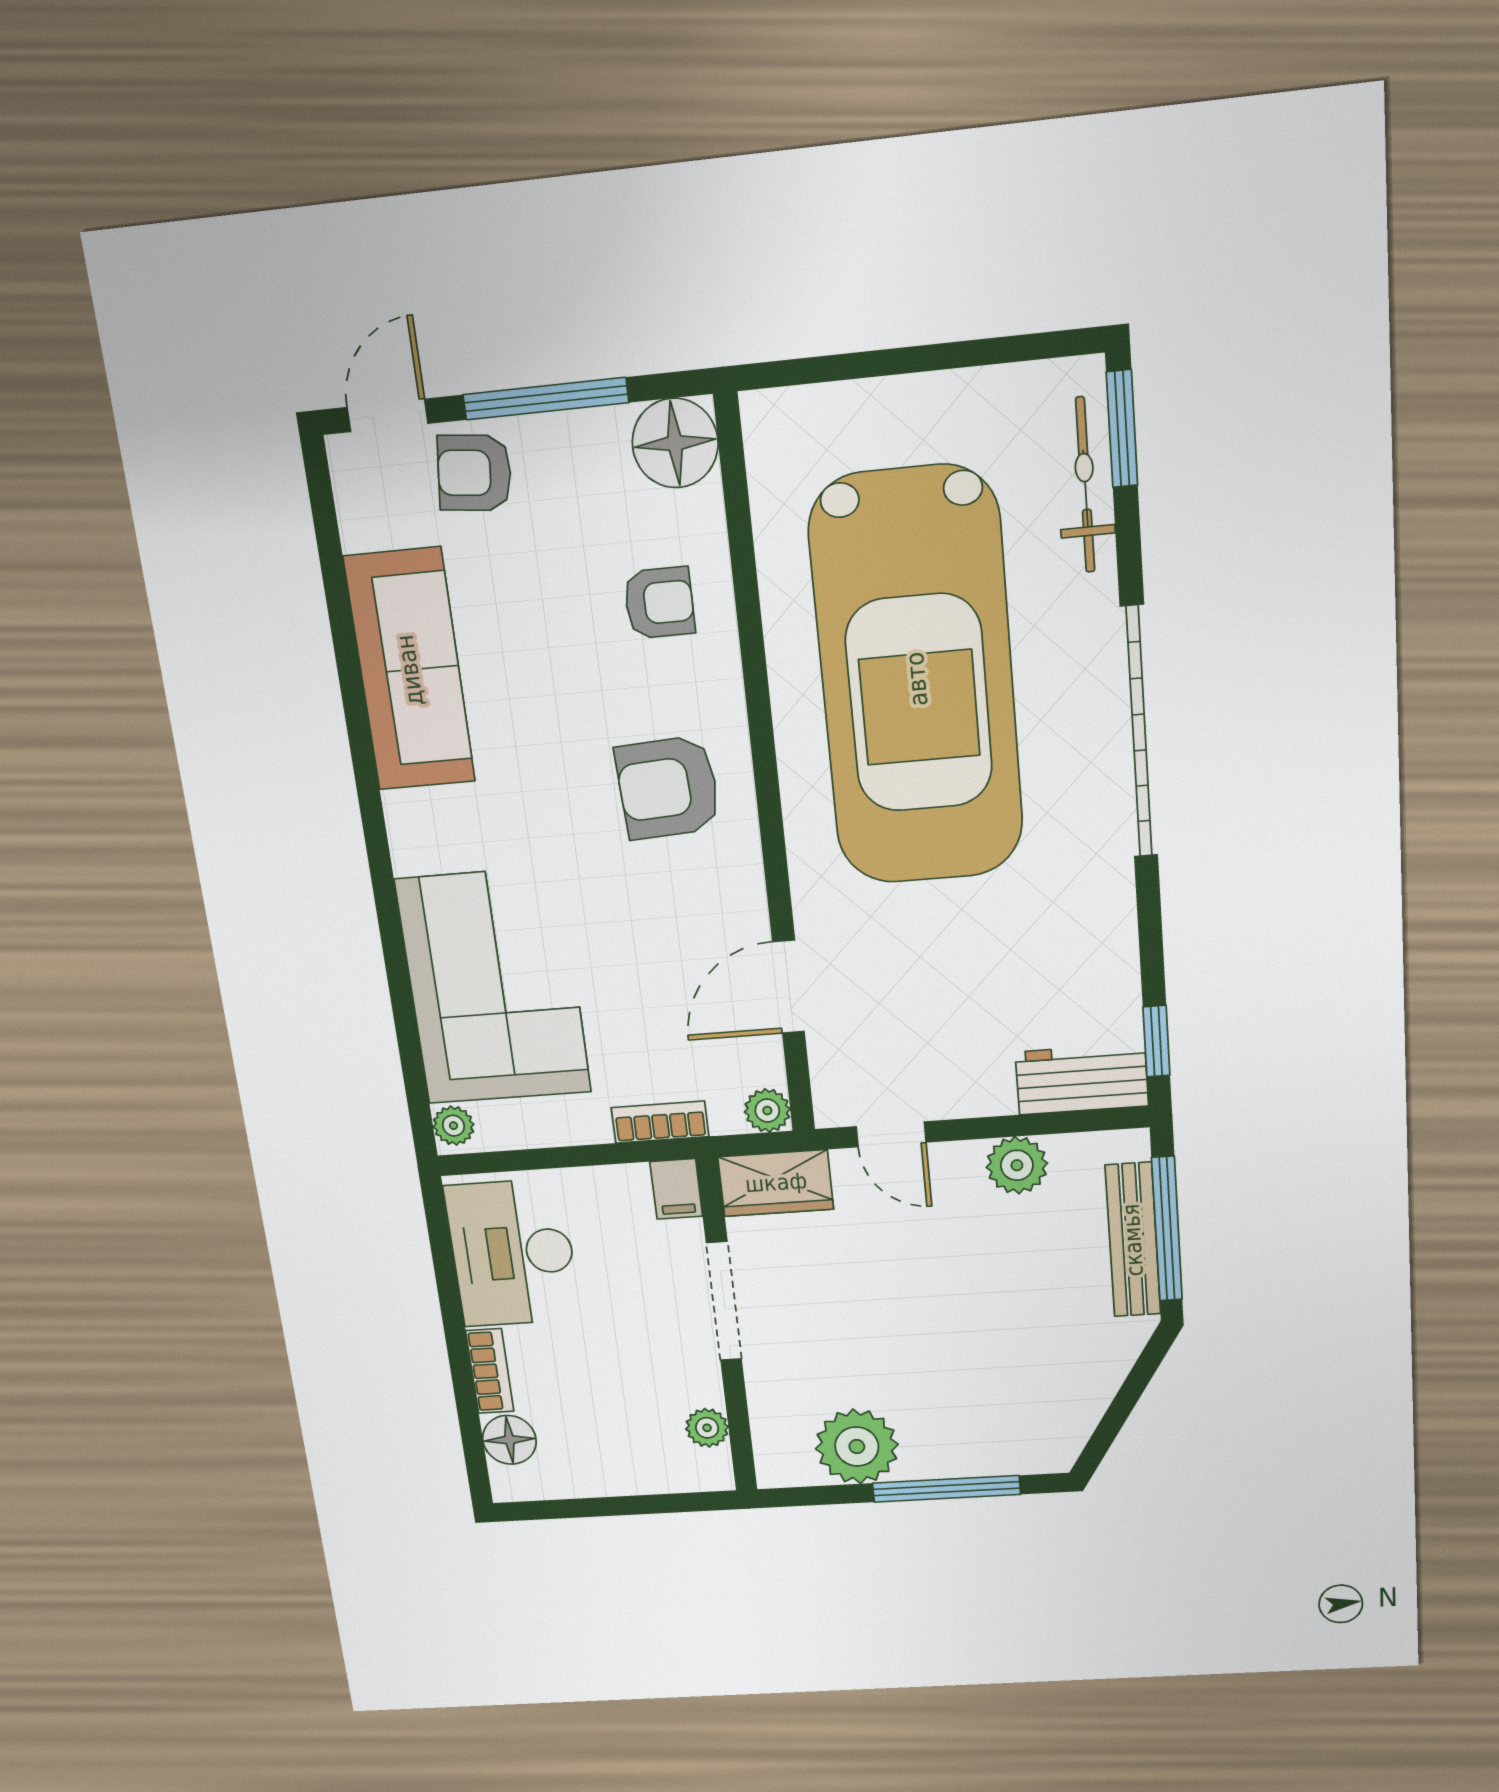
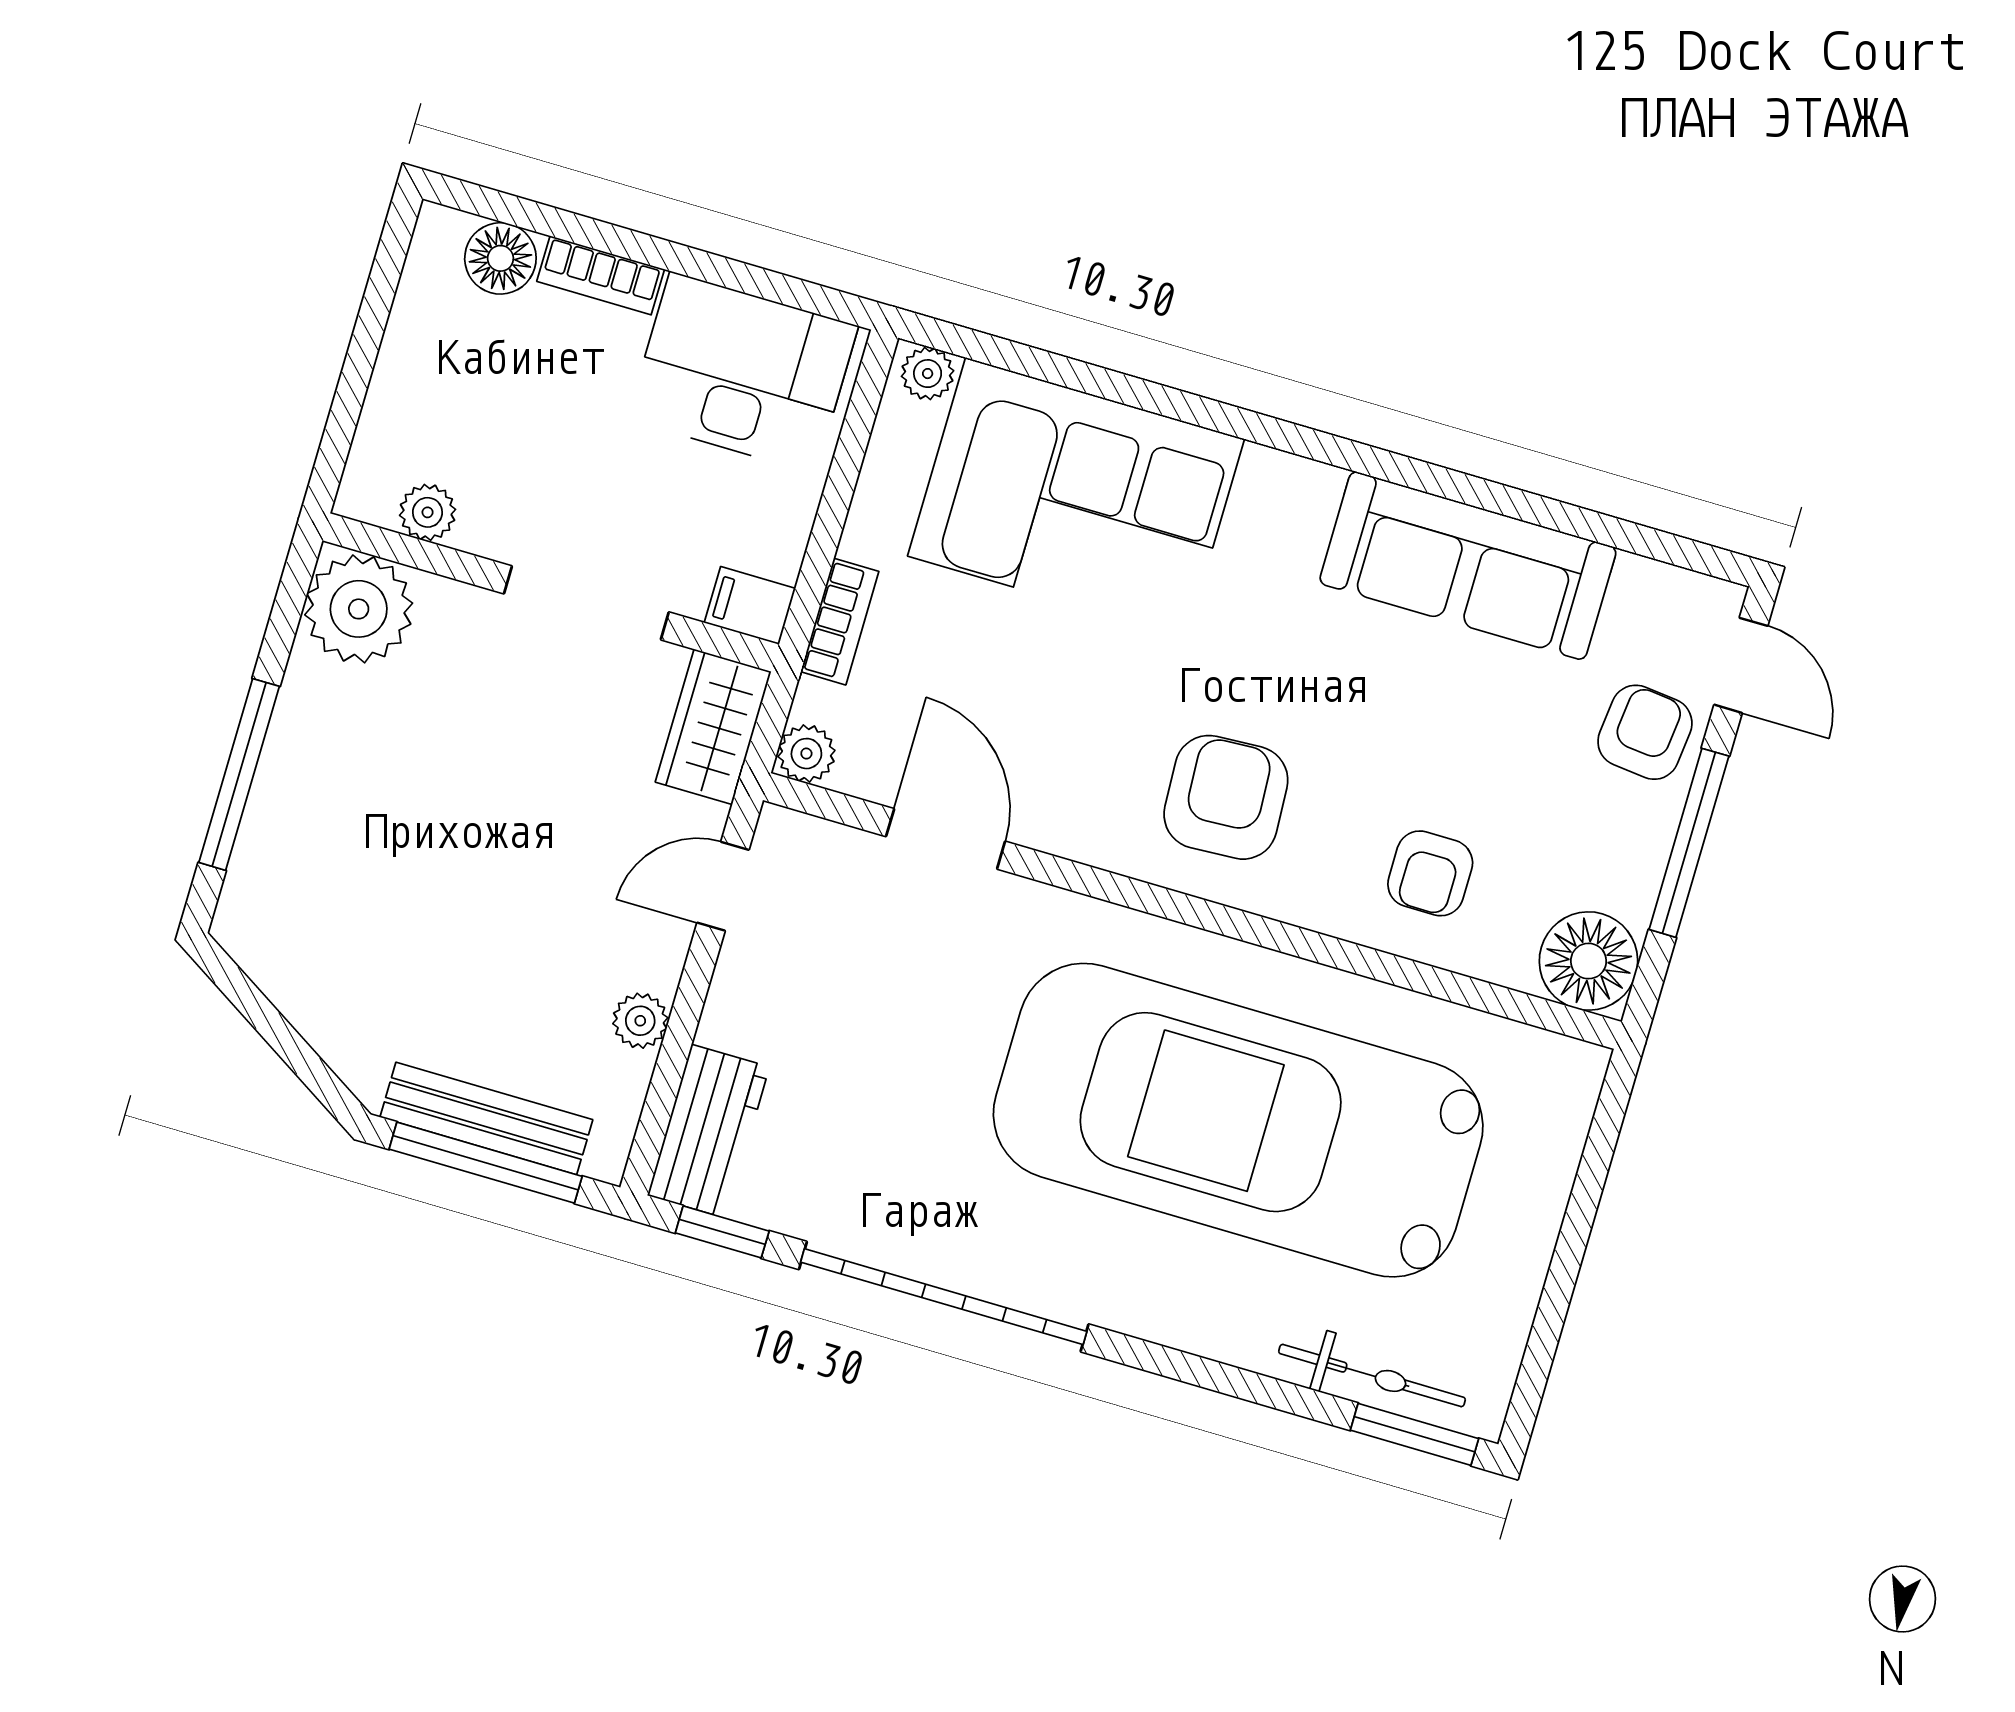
garage door: (1139, 732) -> (944, 1297), moved
plant: (1017, 1165) -> (640, 1021), width x0.73, depth x0.73
plant: (857, 1447) -> (359, 609), moved

